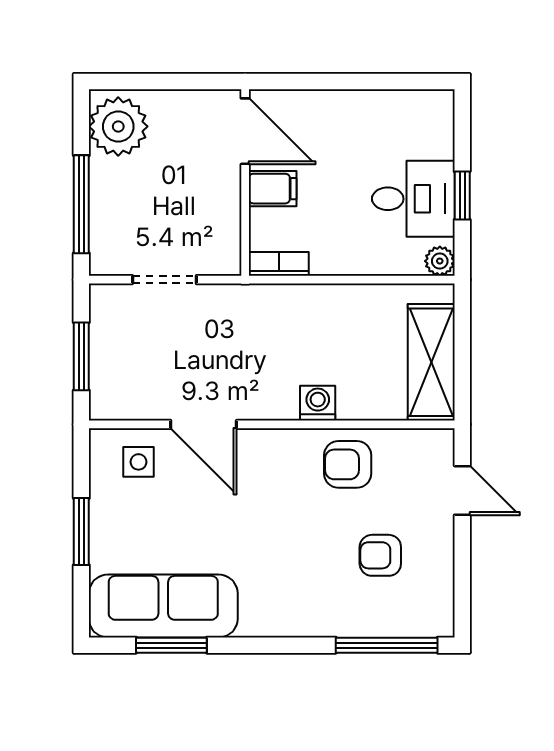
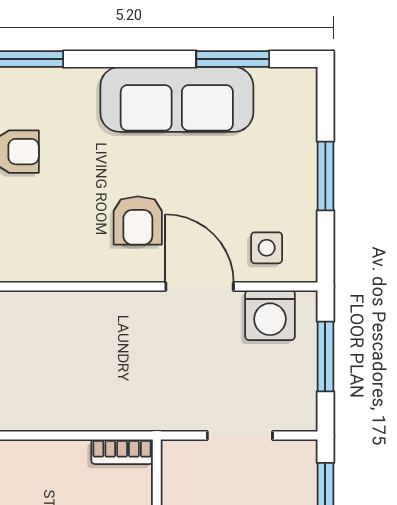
washing machine: (318, 403) -> (270, 315), moved, width x1.38, depth x1.38
armchair: (348, 464) -> (138, 221), moved, turned 90
sofa: (163, 606) -> (177, 99), moved

